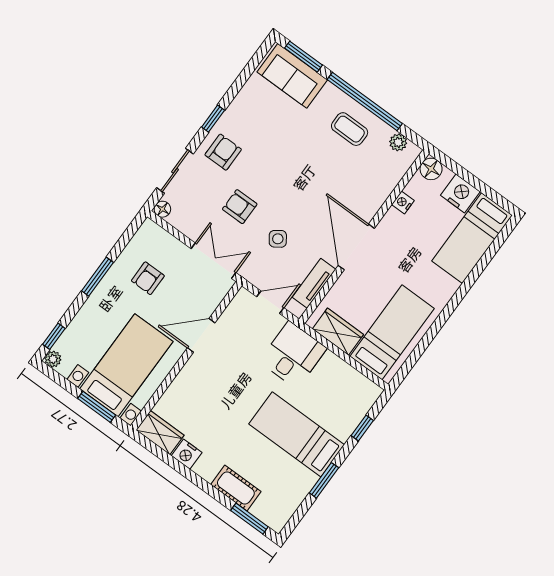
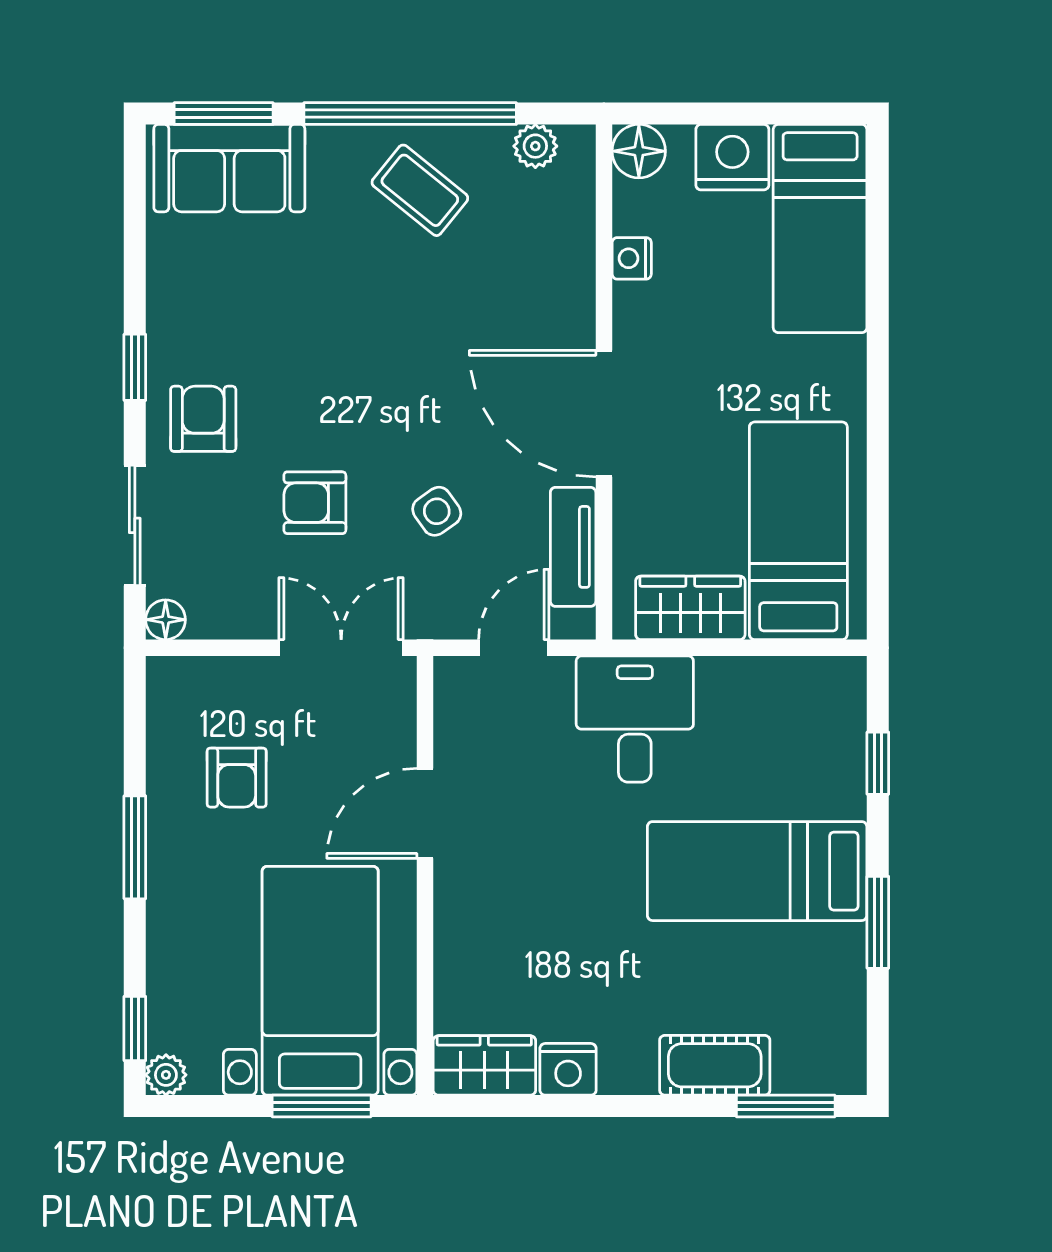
coffee table: (350, 129) -> (420, 190), turned 39

